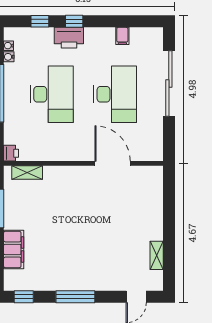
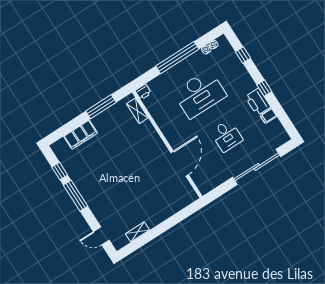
window: (74, 21) -> (264, 88), moved
printer: (69, 38) -> (258, 102), moved
desk: (115, 94) -> (227, 136), width x0.53, depth x0.77
window: (24, 297) -> (60, 171), moved

